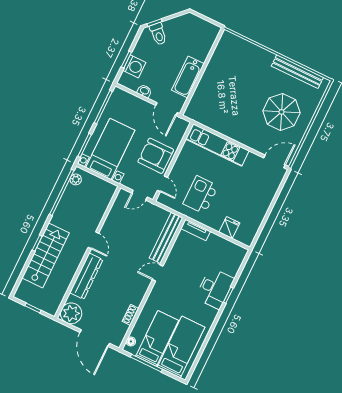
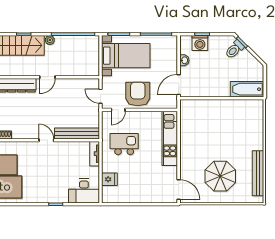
bathtub: (188, 77) -> (247, 89), moved
plant: (76, 179) -> (50, 40), moved
desk: (215, 288) -> (84, 191), moved

